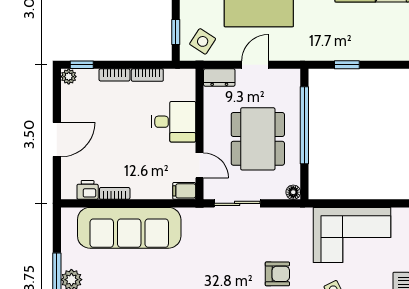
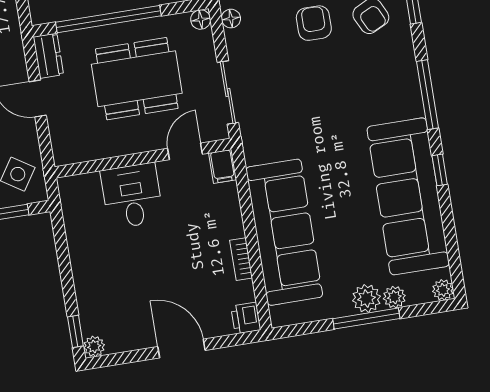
bookcase: (115, 75) -> (82, 285), removed
bookcase: (147, 75) -> (75, 241), removed
dresser: (219, 78) -> (48, 56), moved
printer: (88, 190) -> (246, 318), moved
floor lamp: (290, 214) -> (231, 19), added

